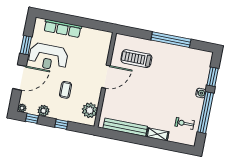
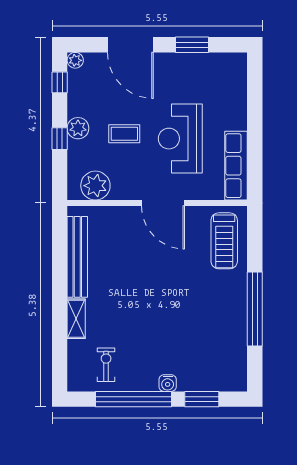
row of seats: (63, 28) -> (236, 166), moved
reception desk: (48, 57) -> (180, 139), moved
treadmill: (136, 59) -> (224, 241), moved, turned 180
plant: (43, 111) -> (78, 128), moved

